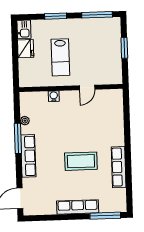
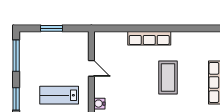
lab bench: (60, 57) -> (59, 95), turned 180
row of seats: (119, 167) -> (149, 38), moved

